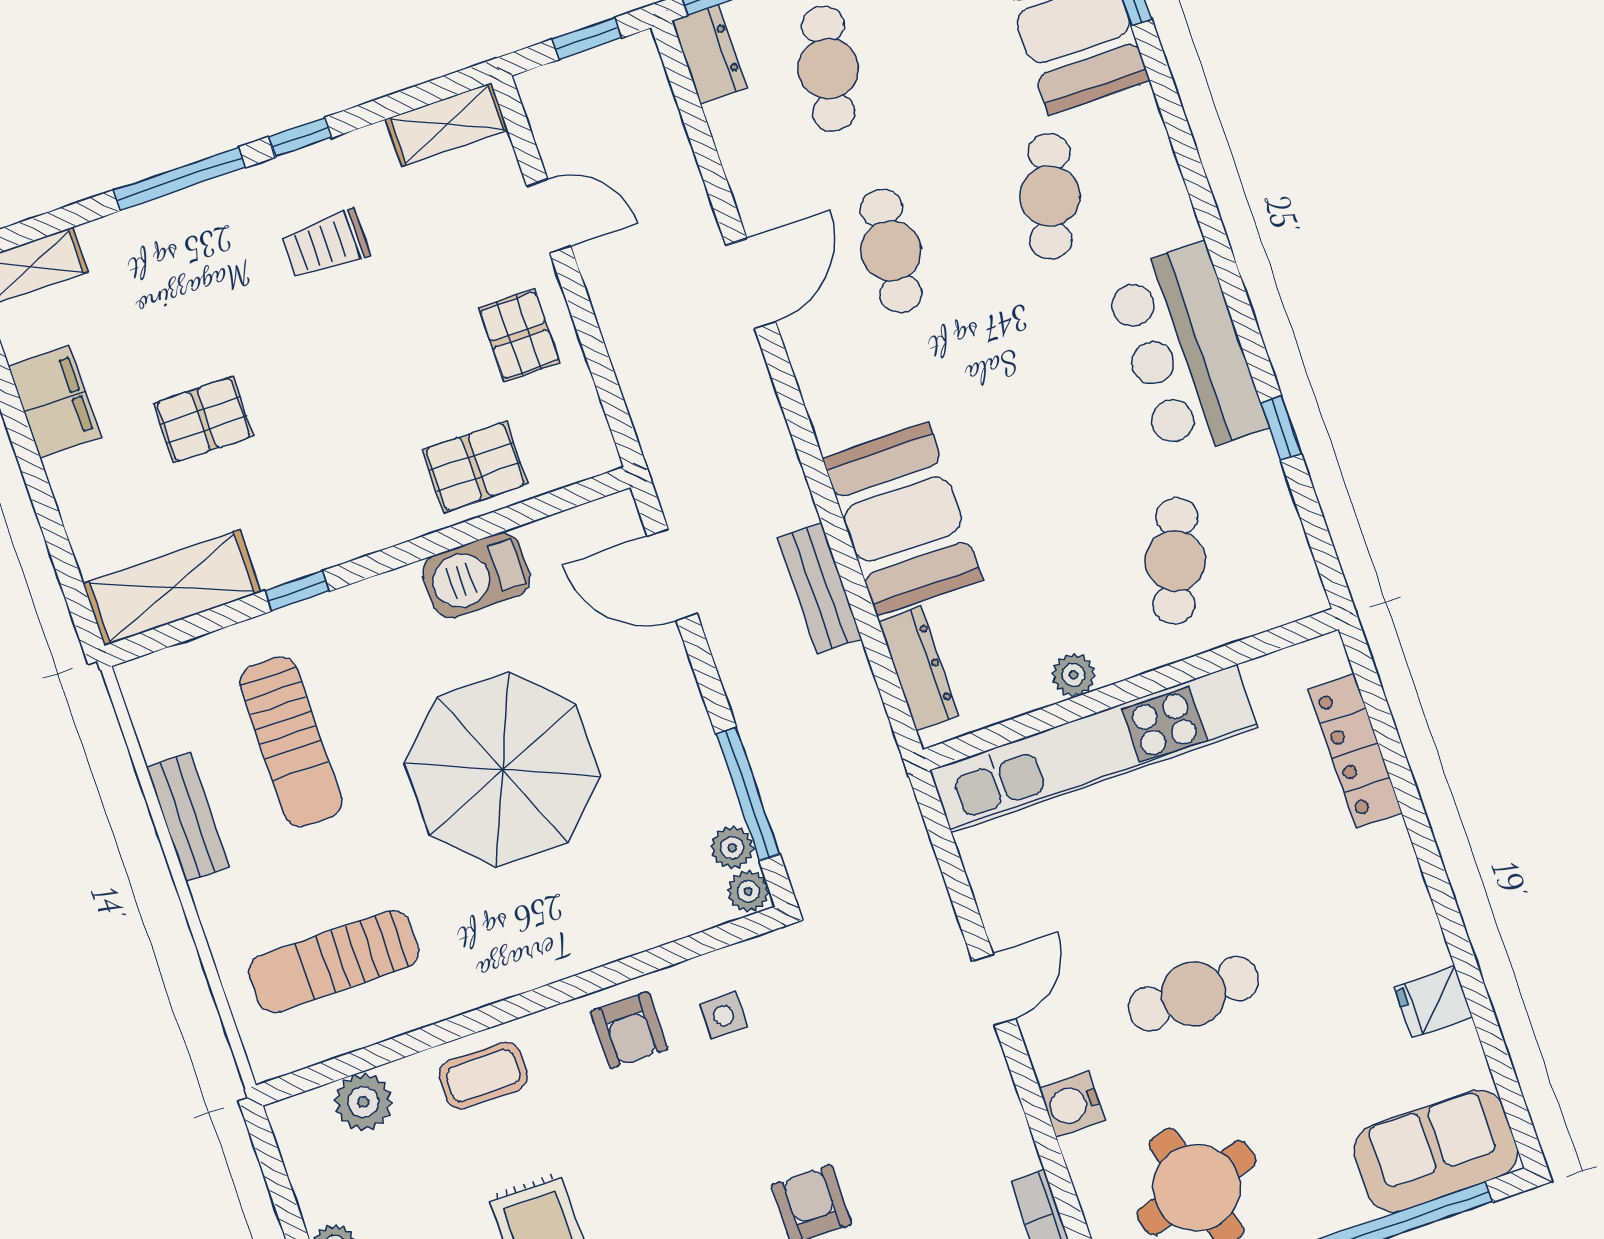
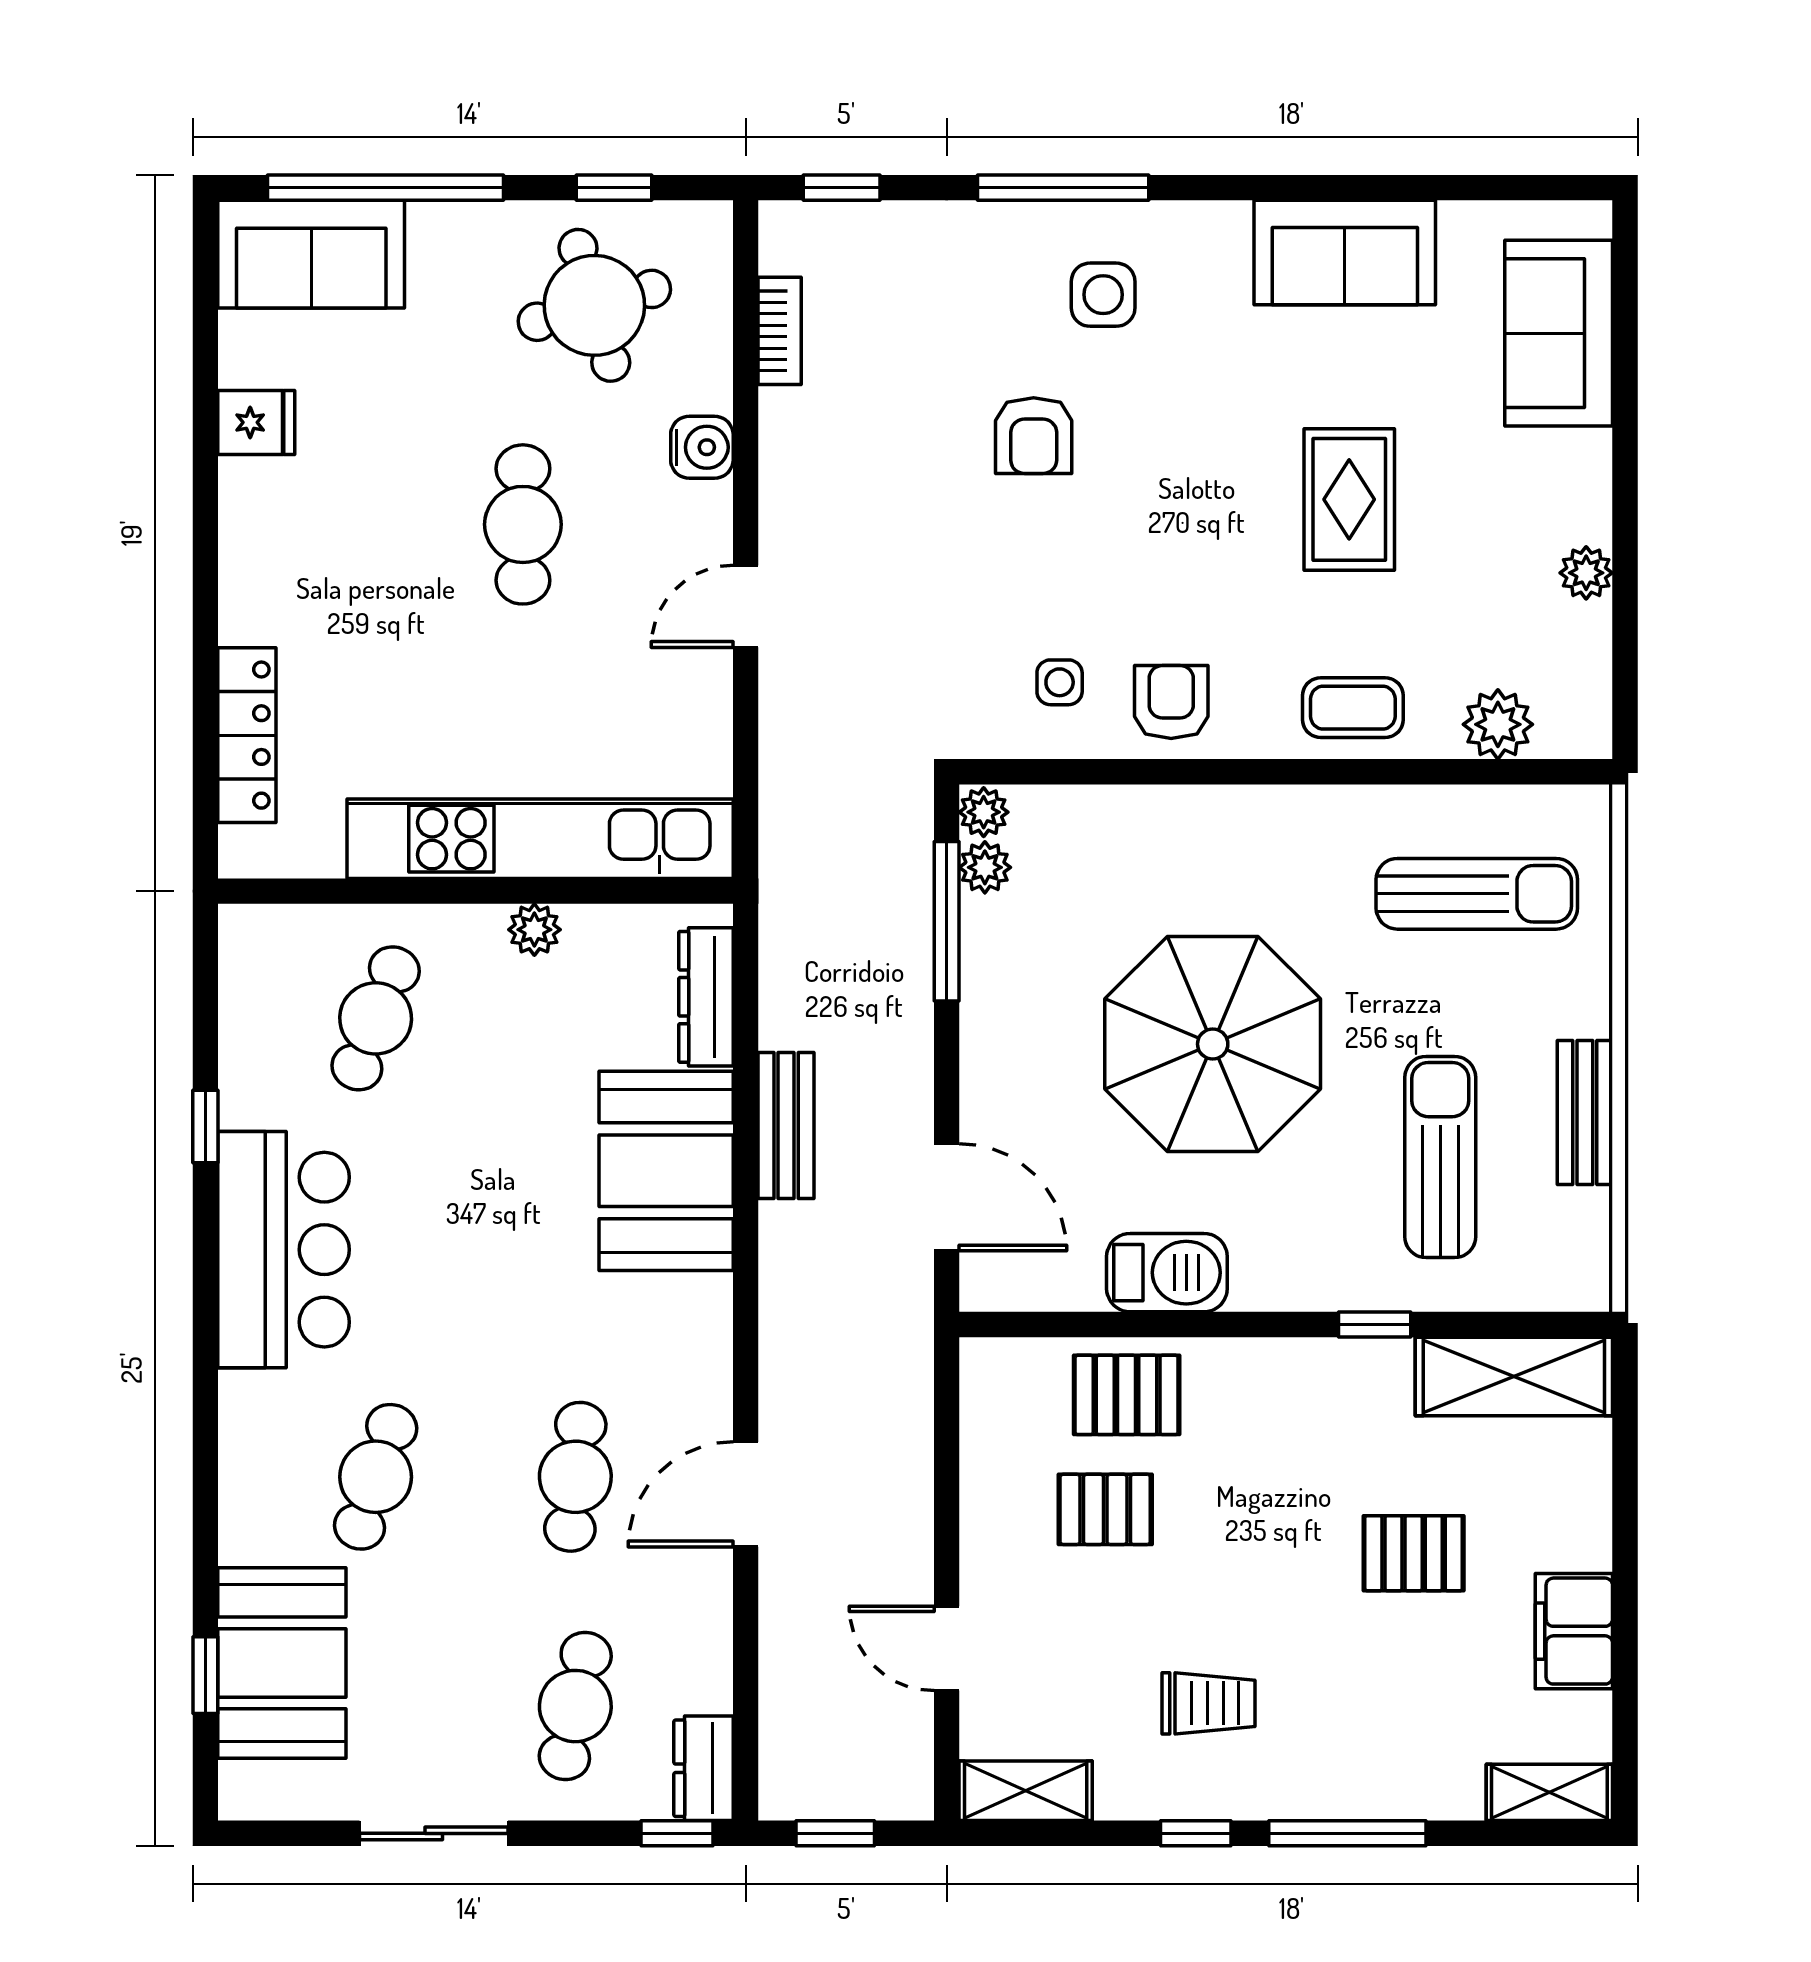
pallet: (519, 335) -> (1105, 1509), moved, turned 90
cafe table: (1193, 994) -> (523, 524), turned 90

